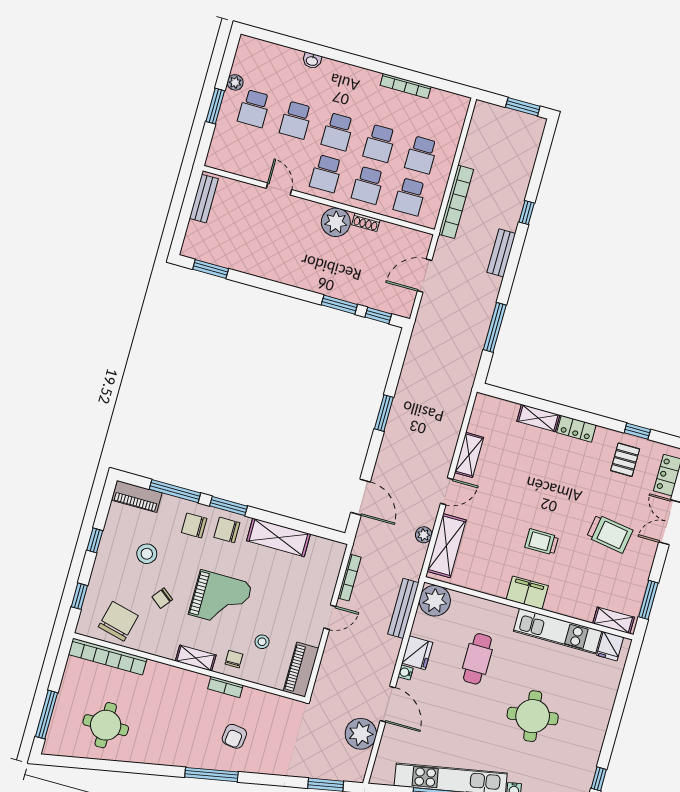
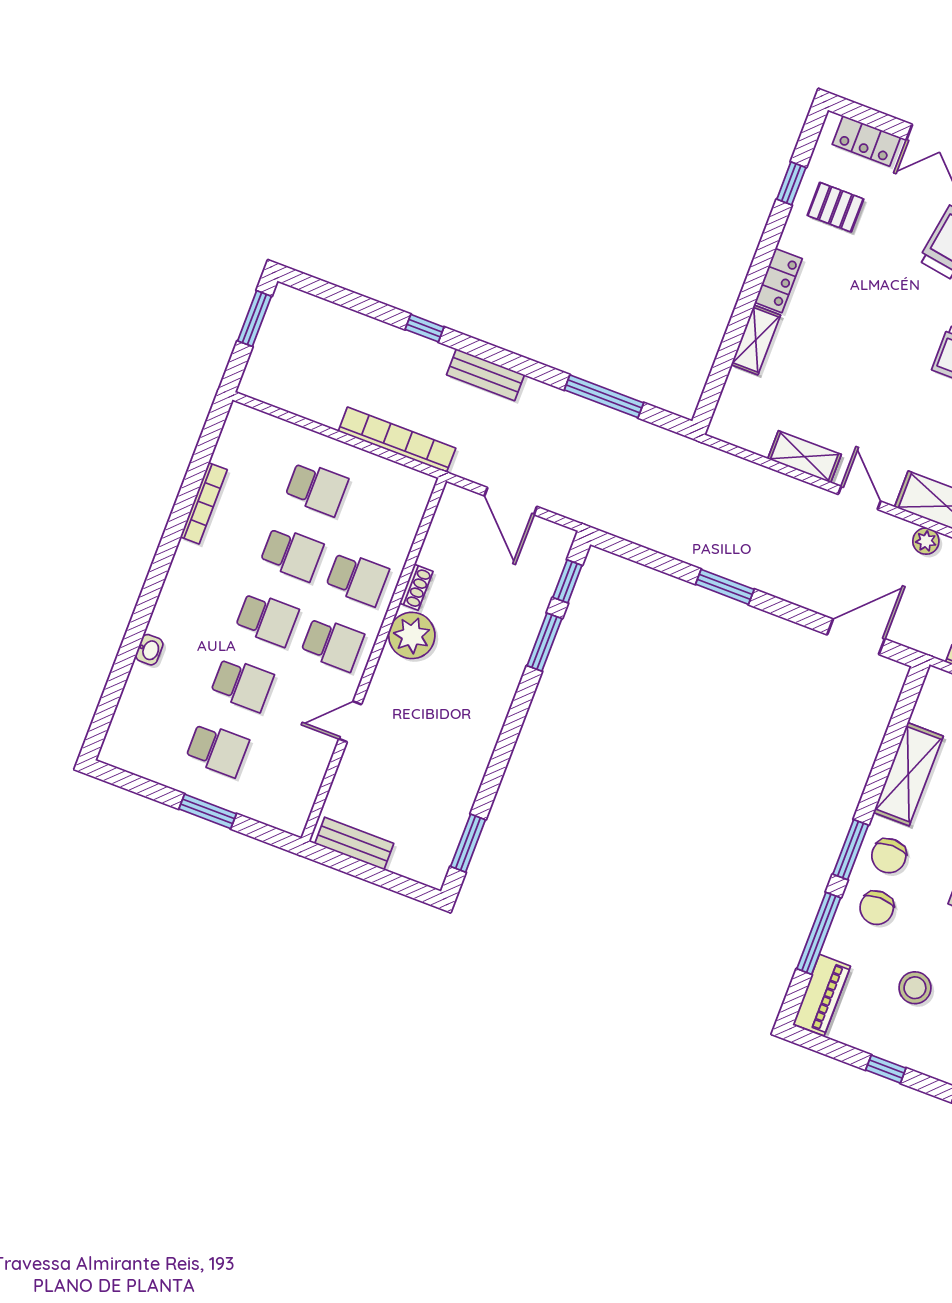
plant: (235, 82) -> (173, 776), removed
school desk: (410, 197) -> (382, 513), removed

